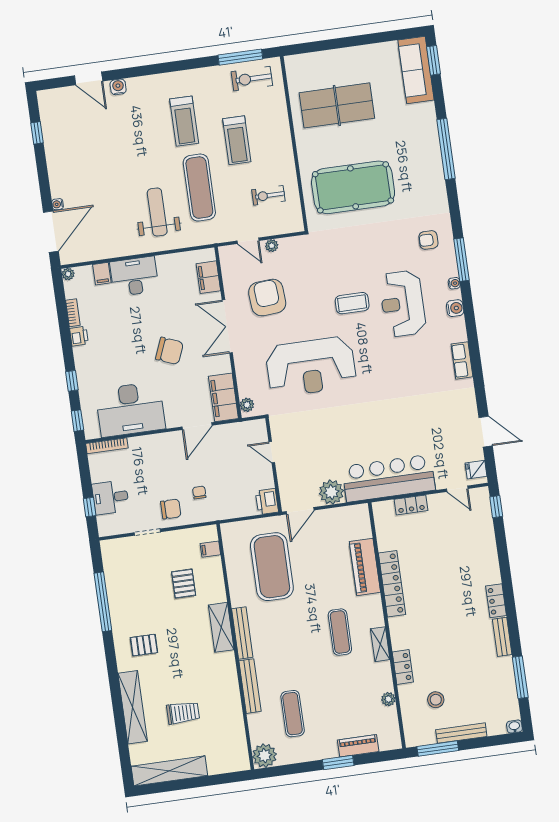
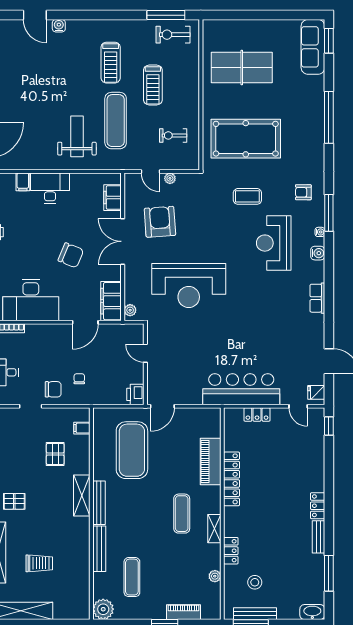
coffee table: (352, 303) -> (247, 196), moved
plant: (331, 492) -> (191, 394), removed
washbasin: (514, 727) -> (312, 612), width x1.91, depth x1.45
bench: (461, 733) -> (255, 614), moved

